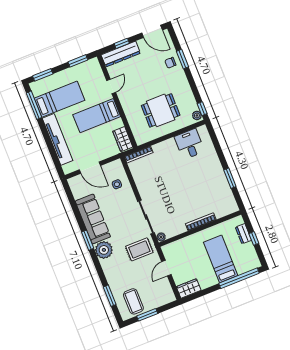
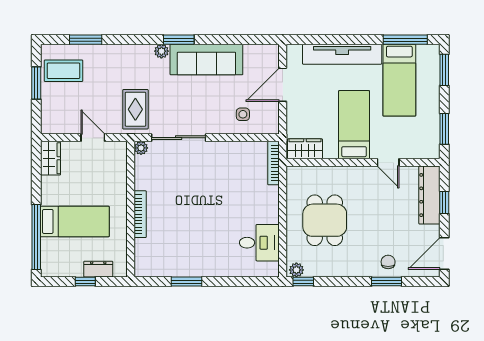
plant: (104, 250) -> (161, 51), width x0.53, depth x0.53

